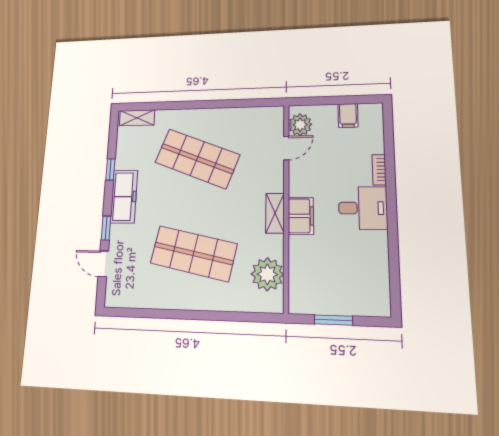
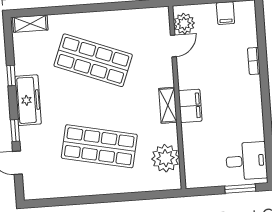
desk: (363, 208) -> (246, 161), moved
window: (334, 320) -> (240, 189), moved

